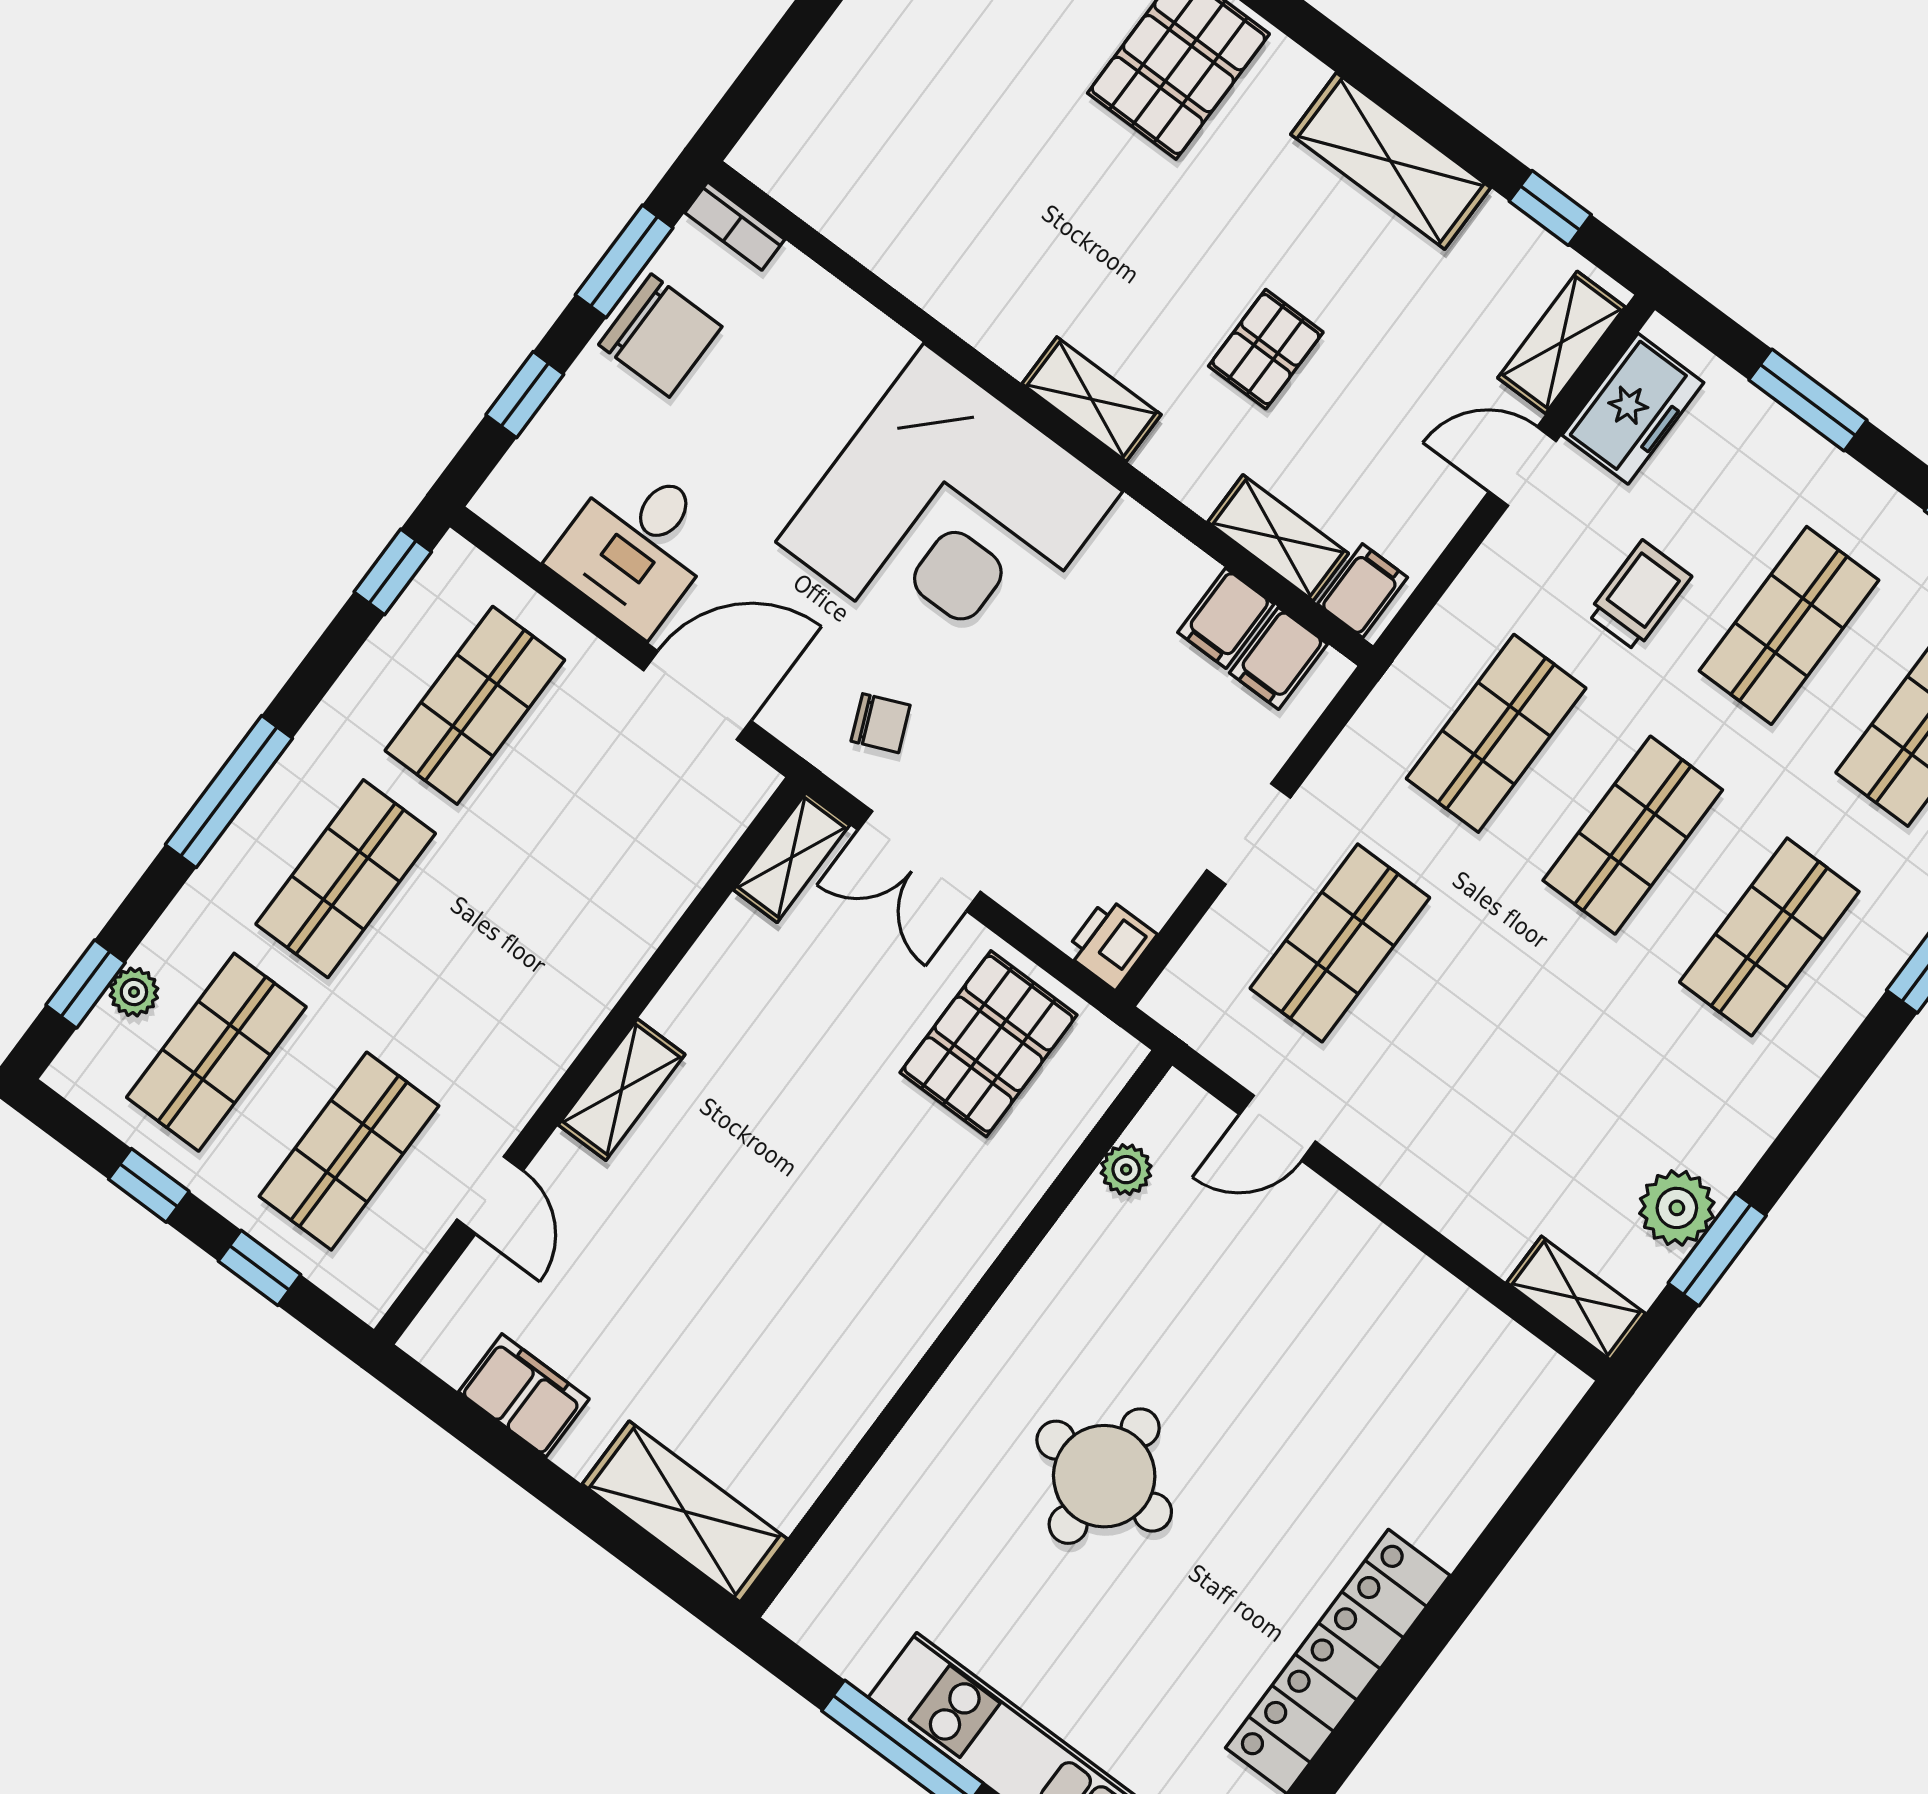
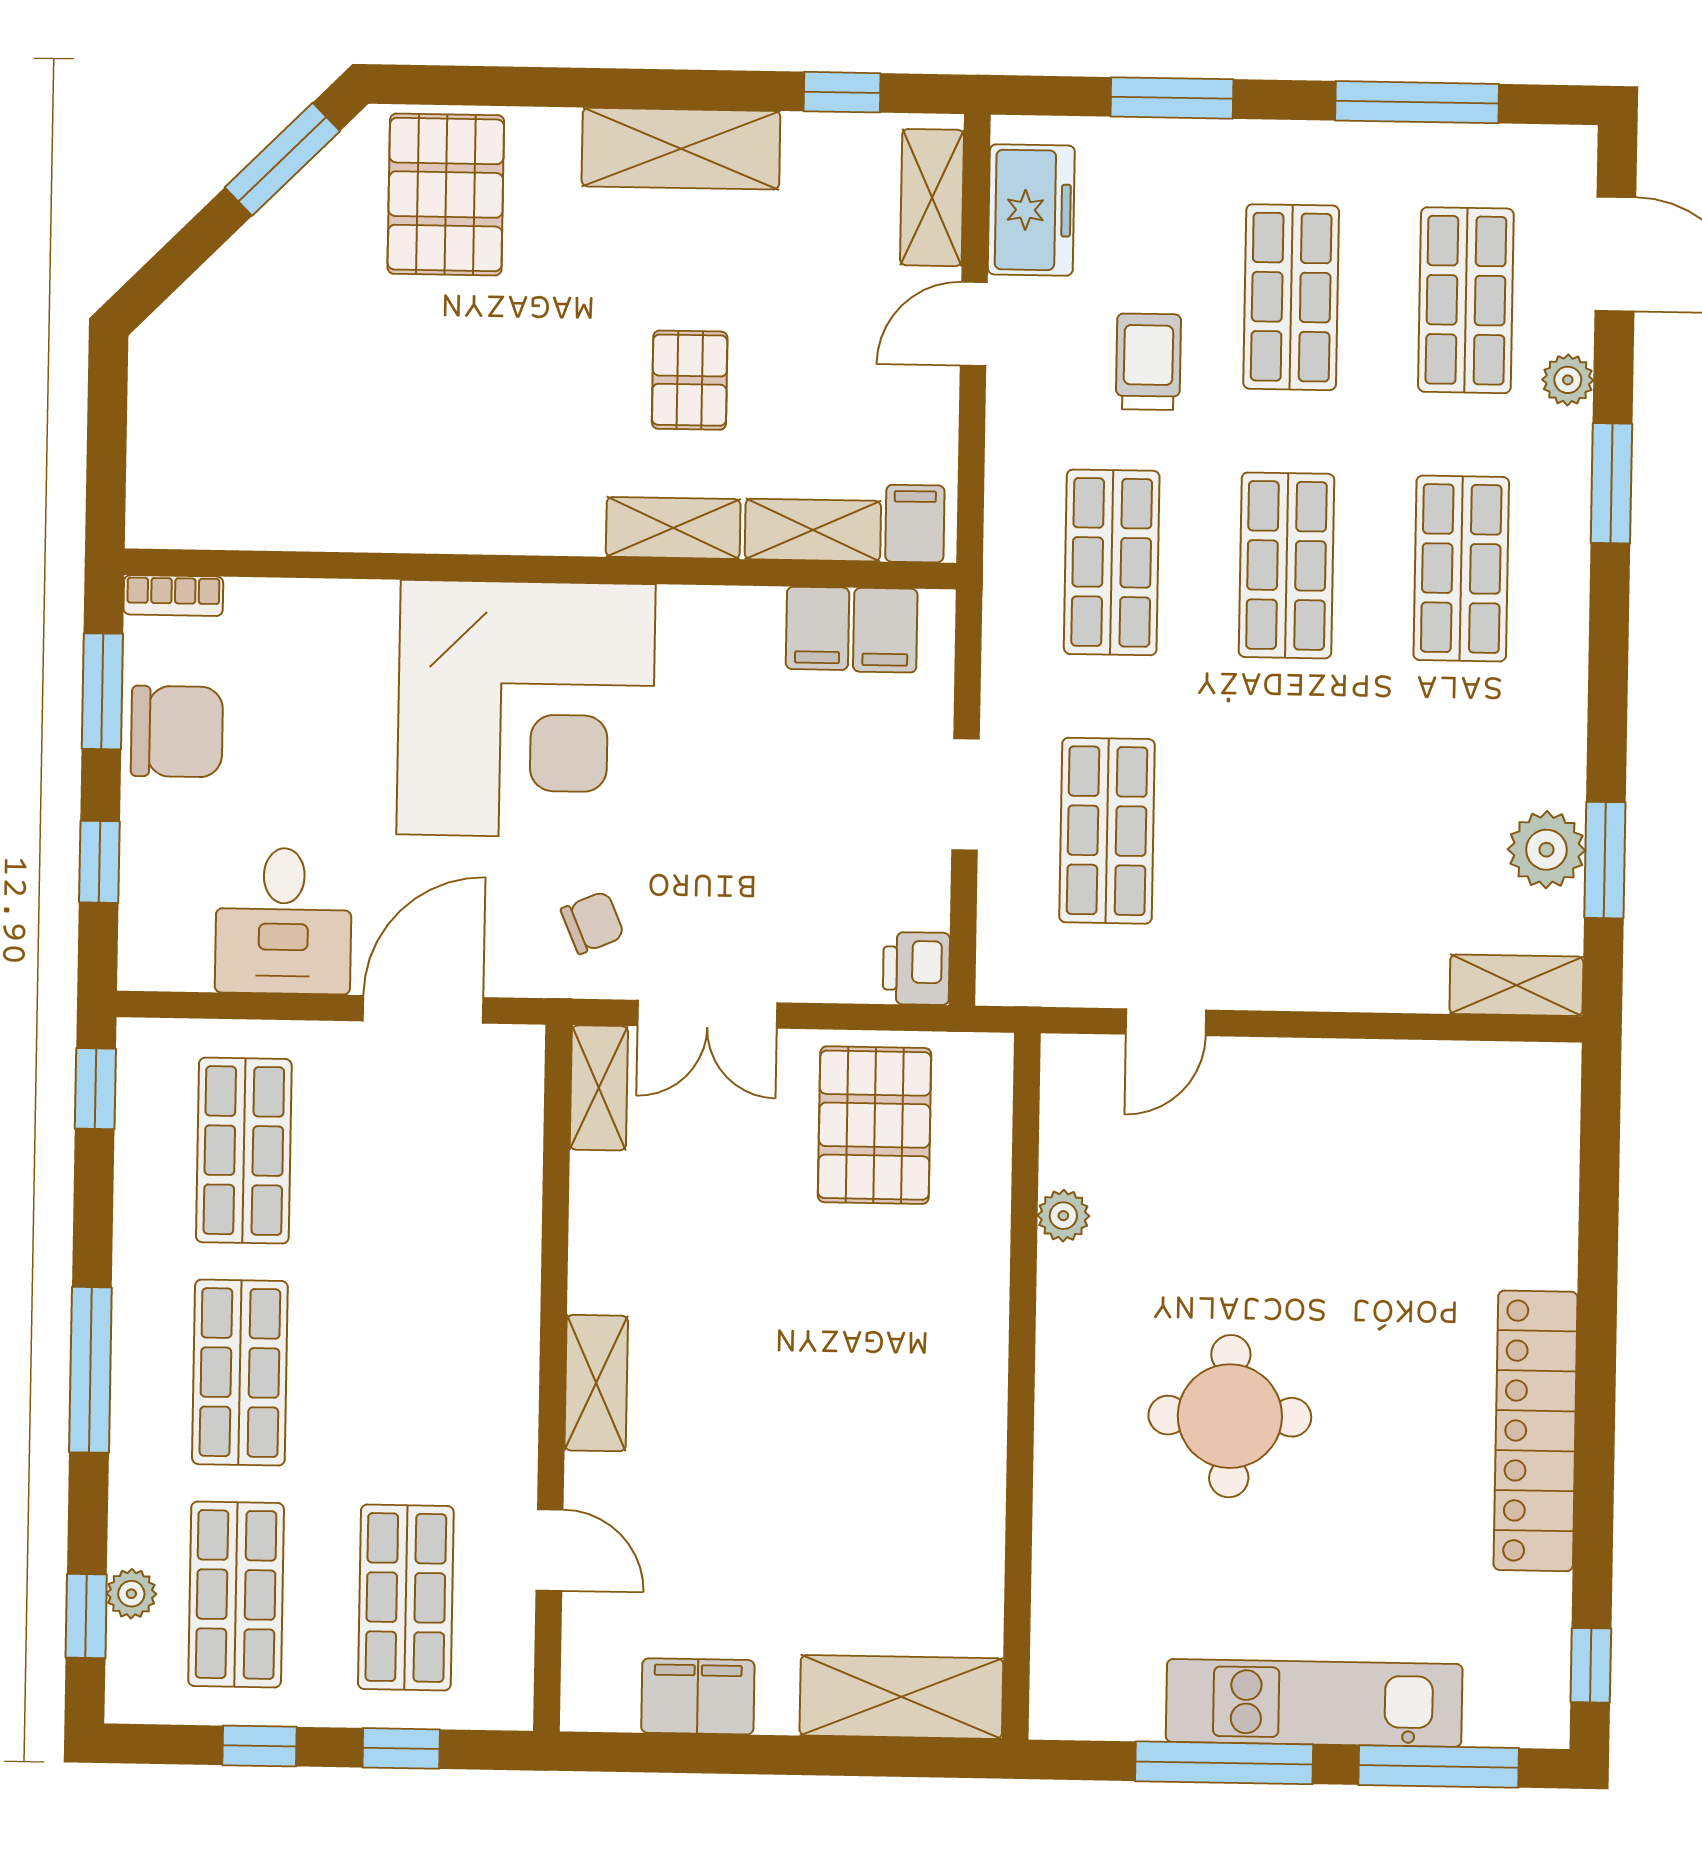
shelving: (1092, 399) -> (673, 528), moved
plant: (1126, 1170) -> (1063, 1216), moved

